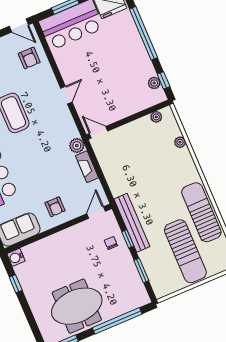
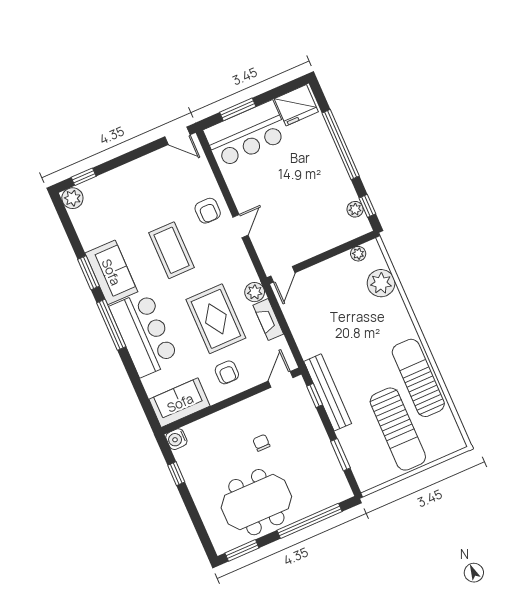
armchair: (29, 58) -> (208, 211), moved
door: (99, 132) -> (283, 274), swing flipped
plant: (180, 142) -> (381, 283), width x1.87, depth x1.87
rug: (47, 166) -> (216, 319), added
window: (128, 239) -> (315, 396), moved
chair: (111, 243) -> (261, 443), moved

